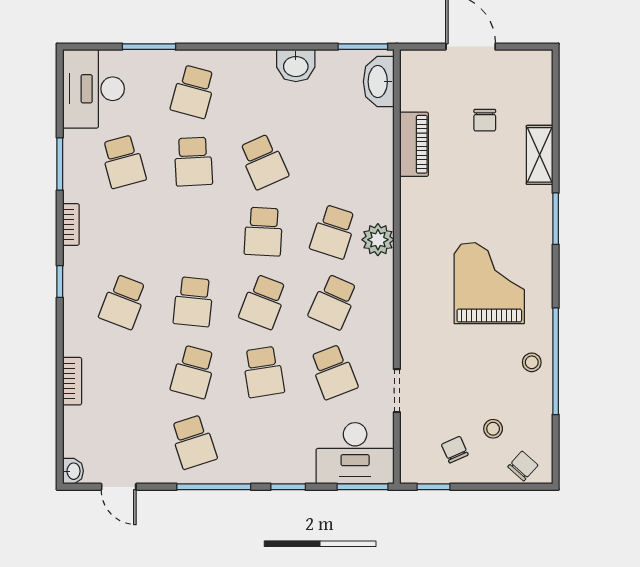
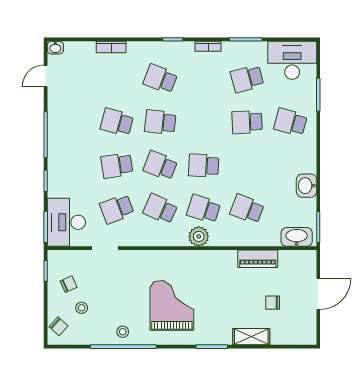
school desk: (263, 162) -> (247, 209), moved, turned 45
grand piano: (489, 283) -> (172, 305), turned -90
school desk: (193, 442) -> (73, 122), removed

